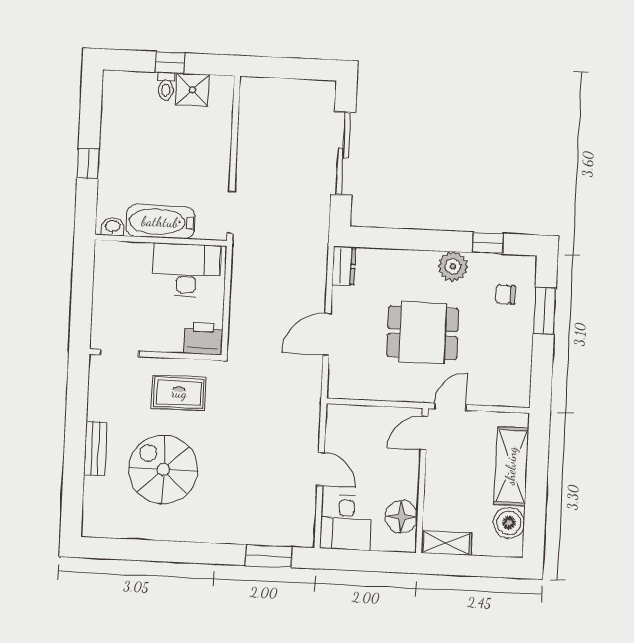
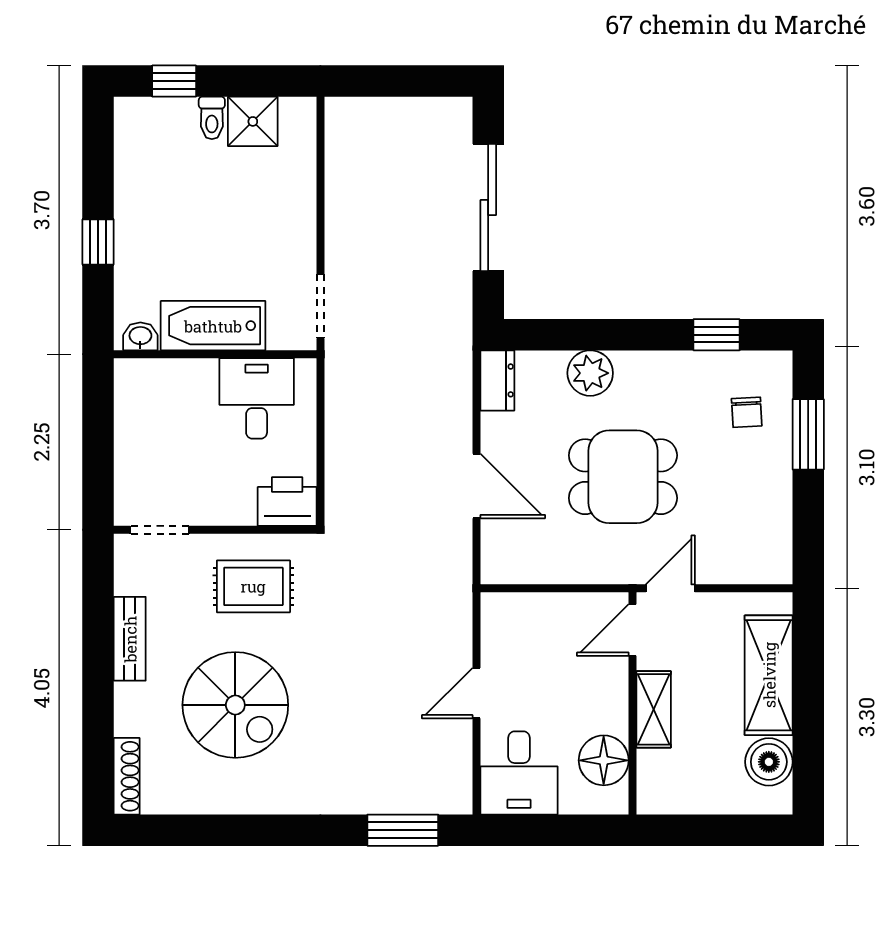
window: (170, 63) -> (174, 81), moved
plant: (453, 266) -> (590, 373), moved
desk: (187, 270) -> (257, 398), width x0.73
chair: (505, 294) -> (747, 412), turned -93
door: (327, 334) -> (477, 486), swing flipped
bench: (95, 448) -> (130, 639), moved
spiral stairs: (163, 469) -> (235, 705), turned 180
door: (321, 469) -> (477, 693), swing flipped
shoe rack: (90, 512) -> (127, 776), added
shelving: (447, 543) -> (654, 709), moved, turned 90

